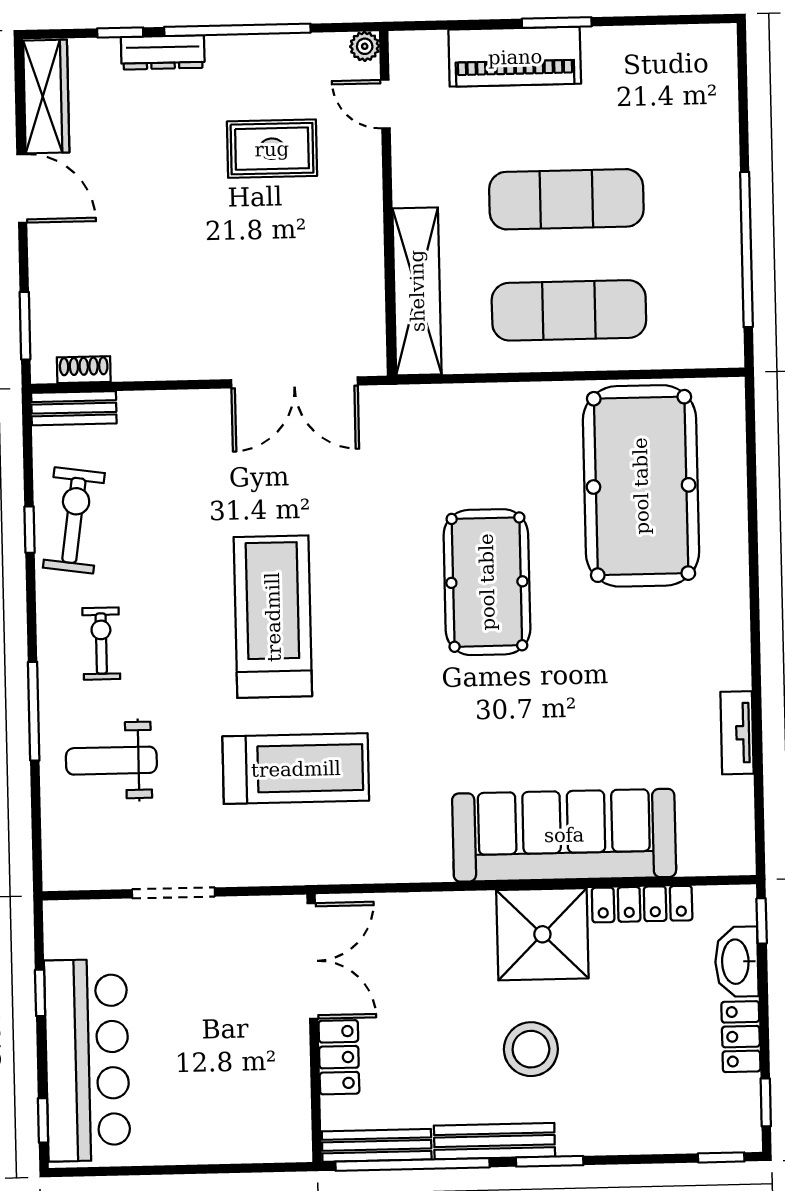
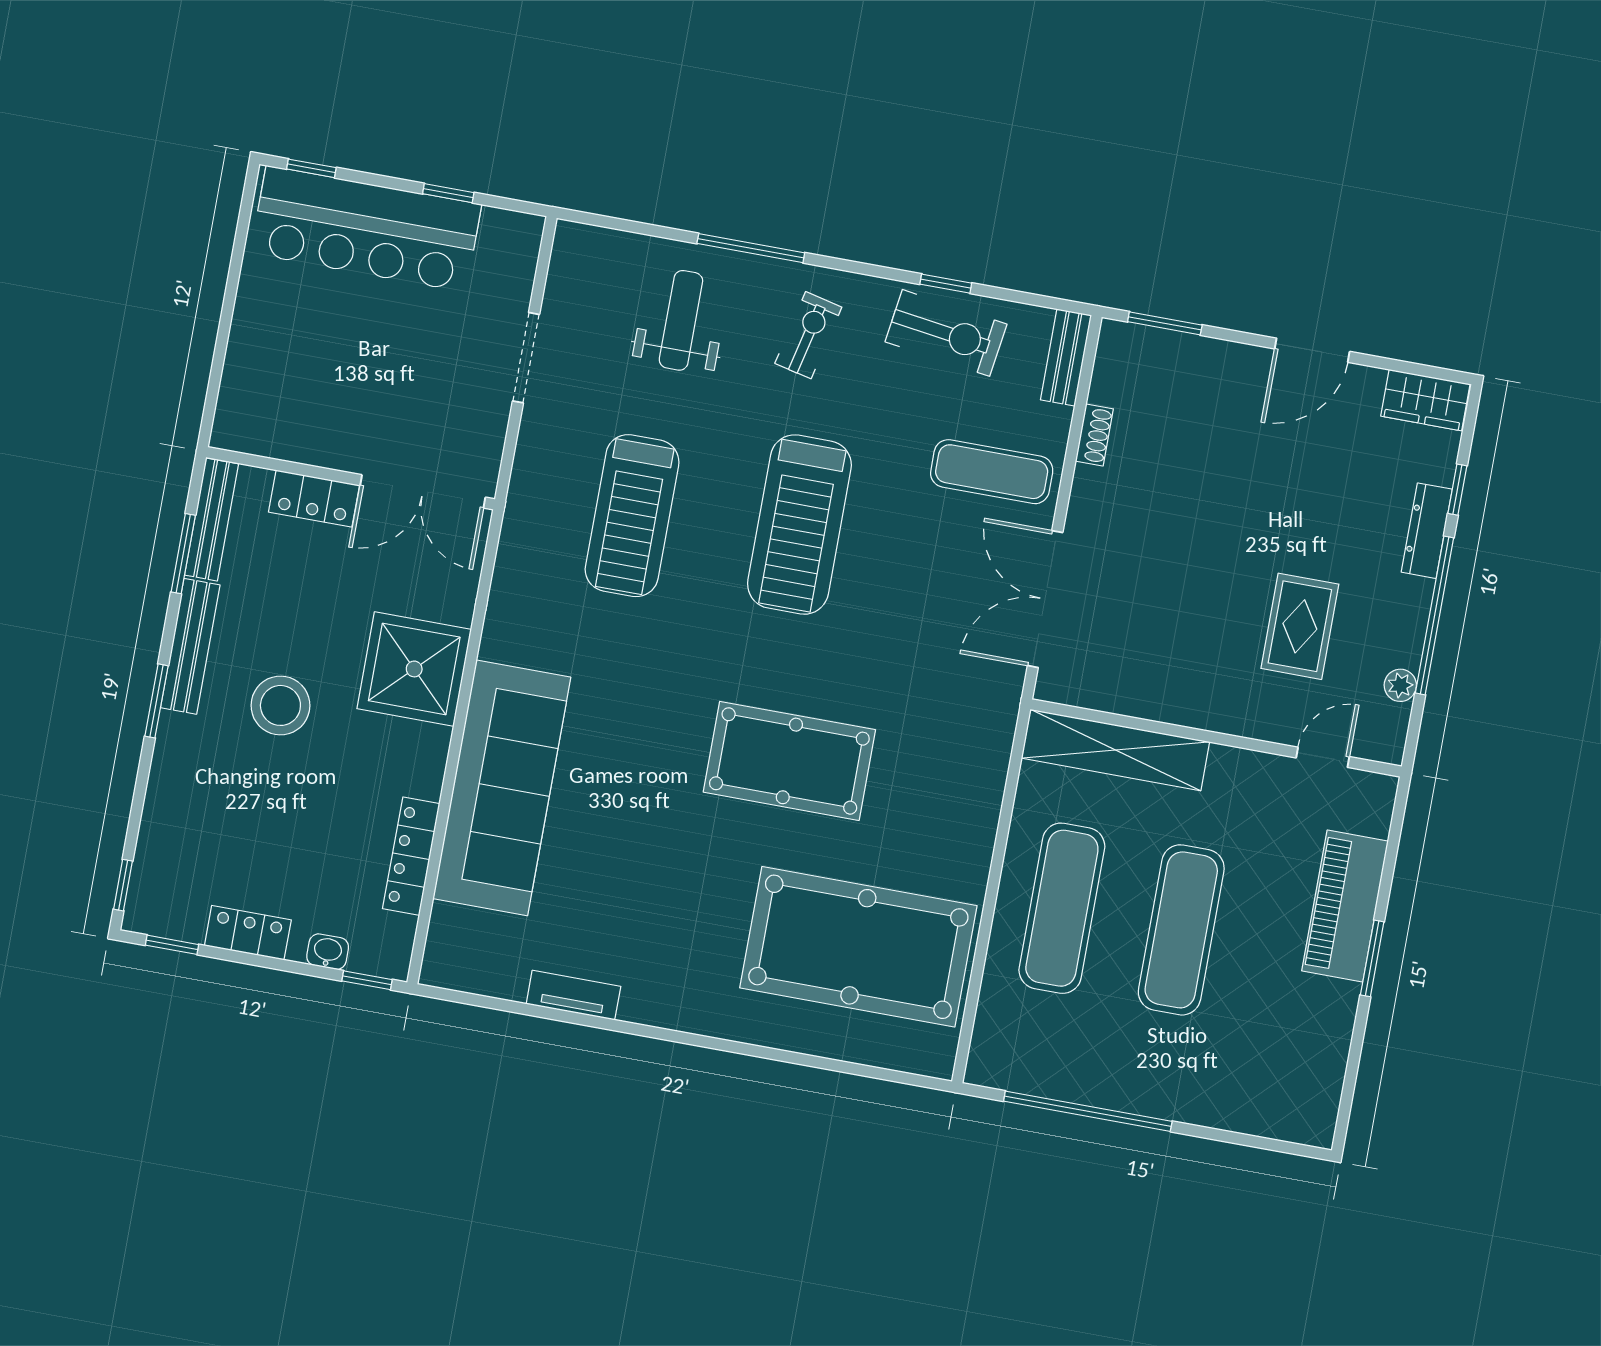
plant: (365, 46) -> (1400, 685), moved
wardrobe: (46, 96) -> (1425, 400), width x0.67
shoe rack: (84, 370) -> (1094, 435), moved
exercise mat: (190, 454) -> (992, 472), added
treadmill: (273, 617) -> (799, 525), turned 90
exercise bike: (101, 644) -> (808, 335), turned -77
shower: (542, 934) -> (414, 669), moved
washbasin: (737, 962) -> (328, 952), width x0.52, depth x0.69
window: (413, 1164) -> (183, 554), width x0.47

